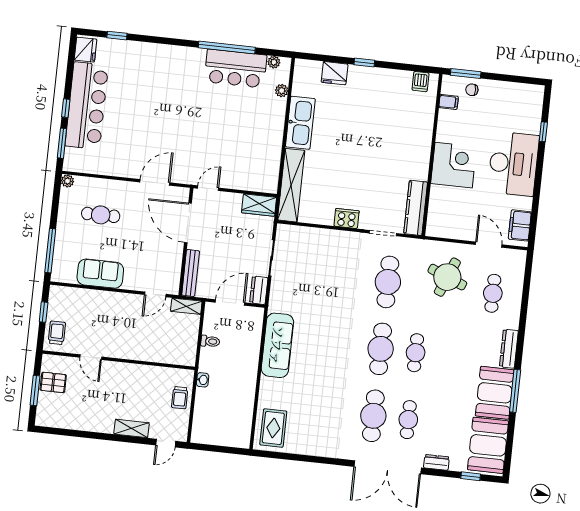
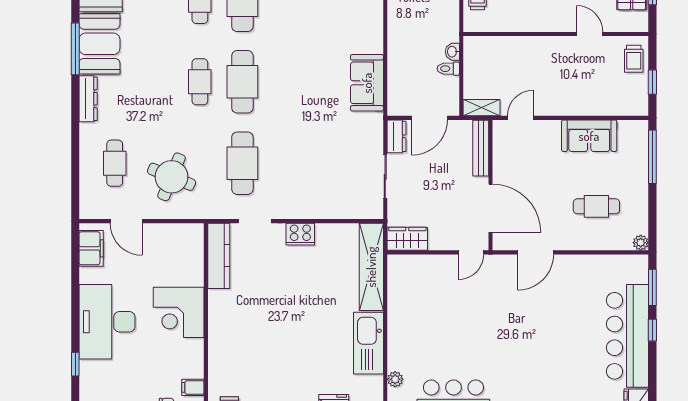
sofa: (277, 345) -> (367, 83), width x0.73
washbasin: (203, 380) -> (452, 52), moved

